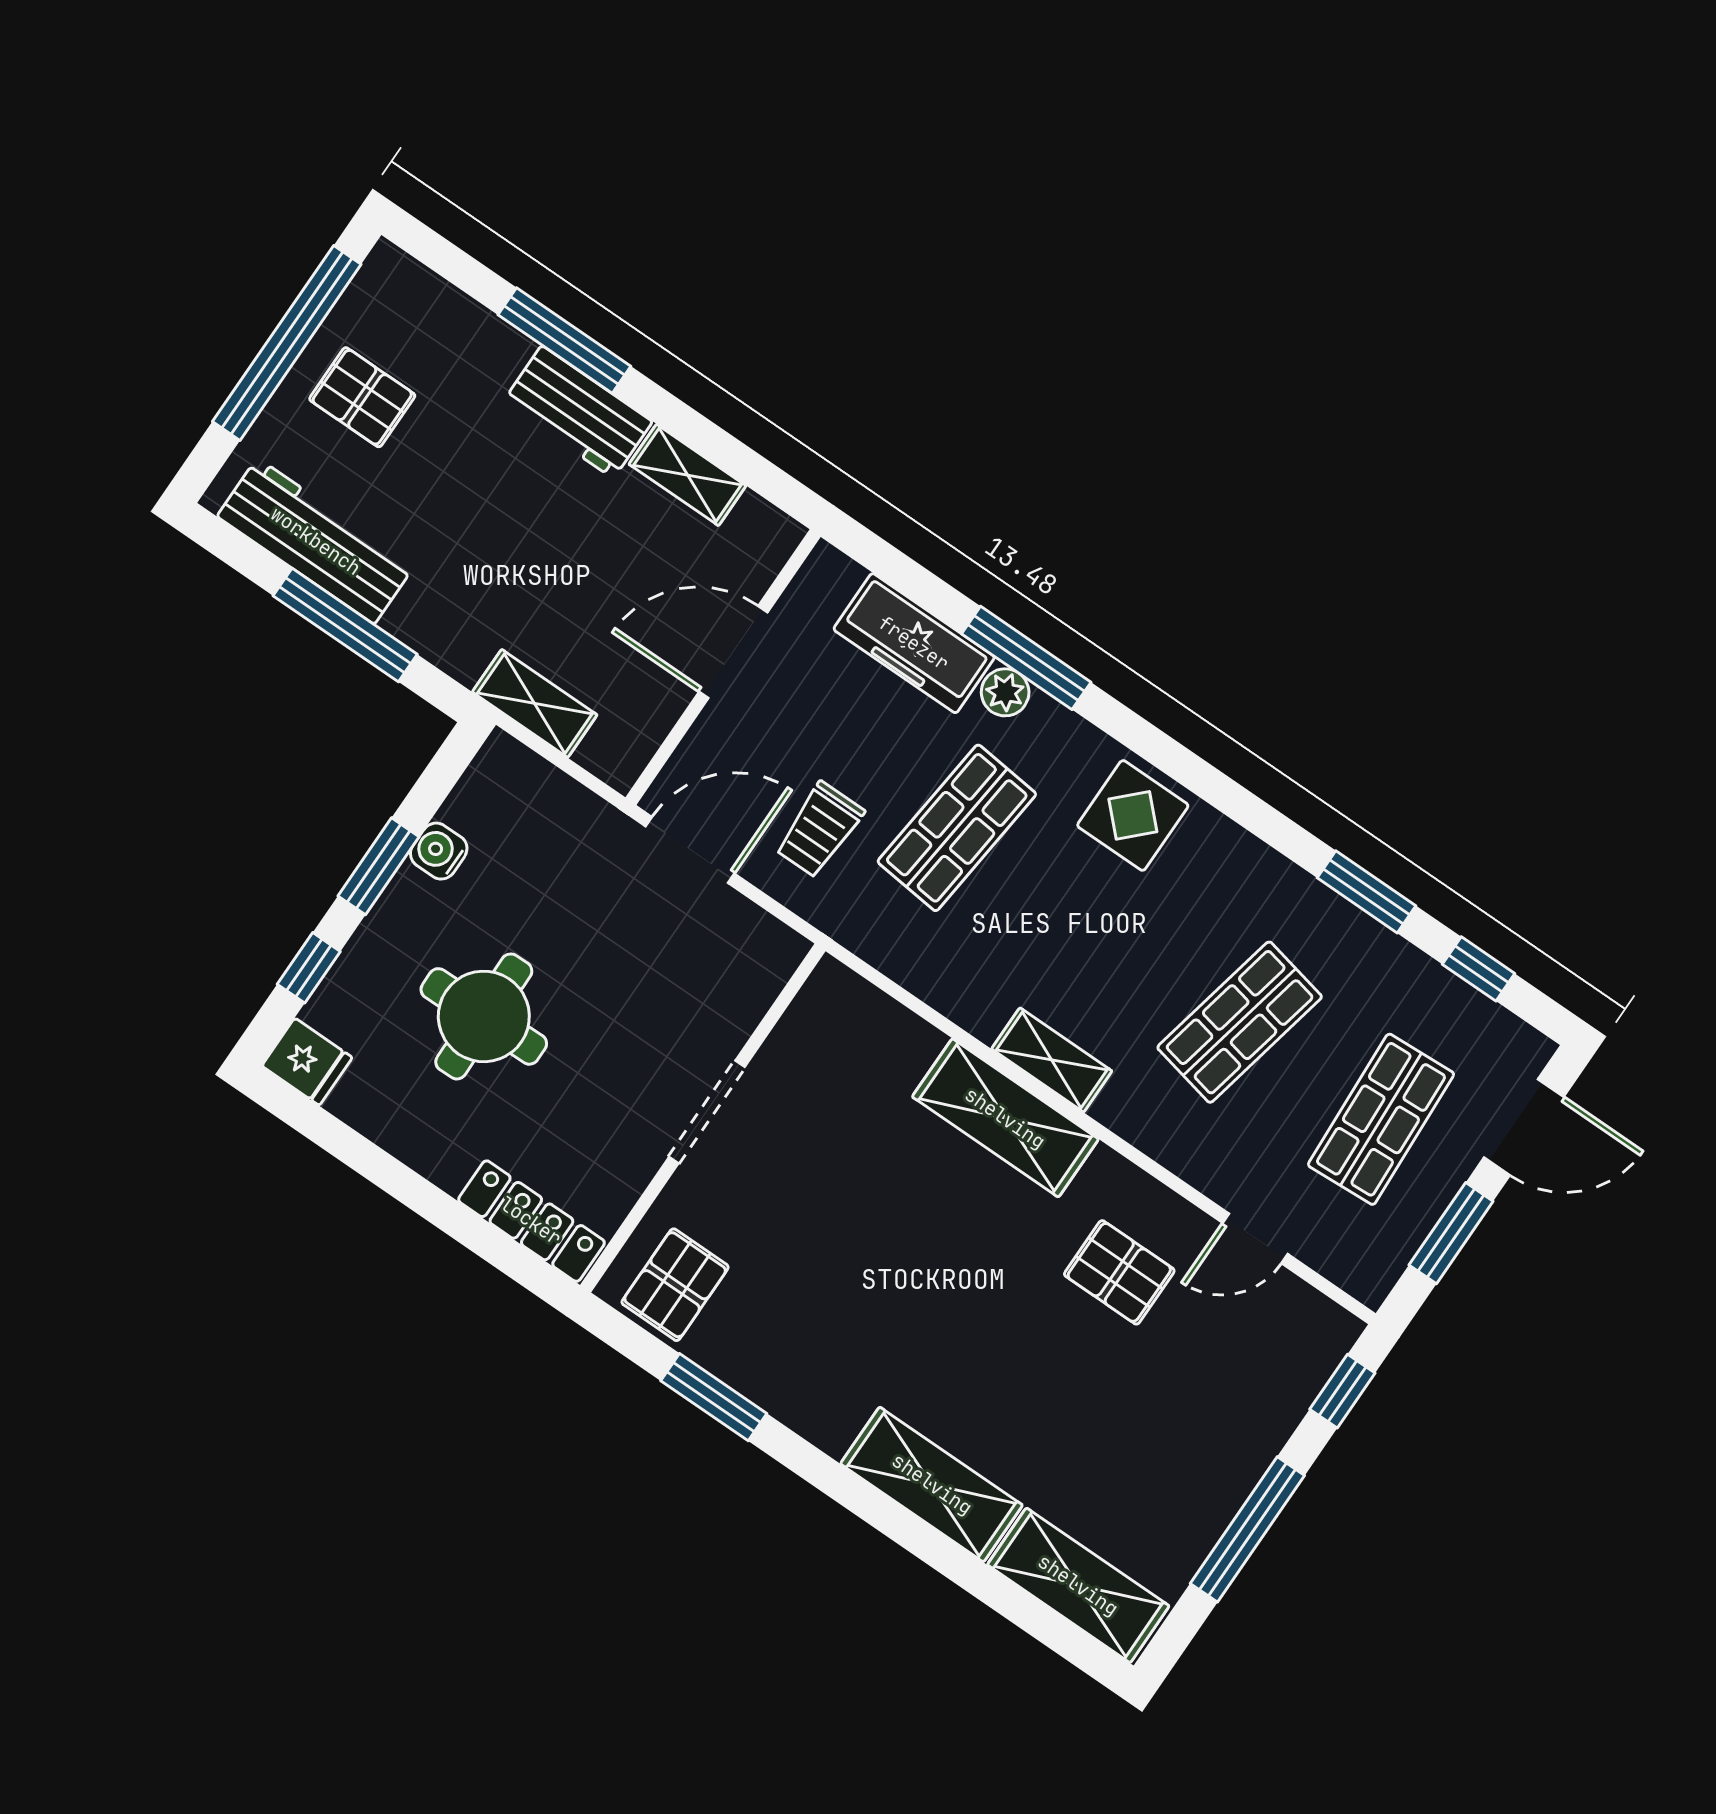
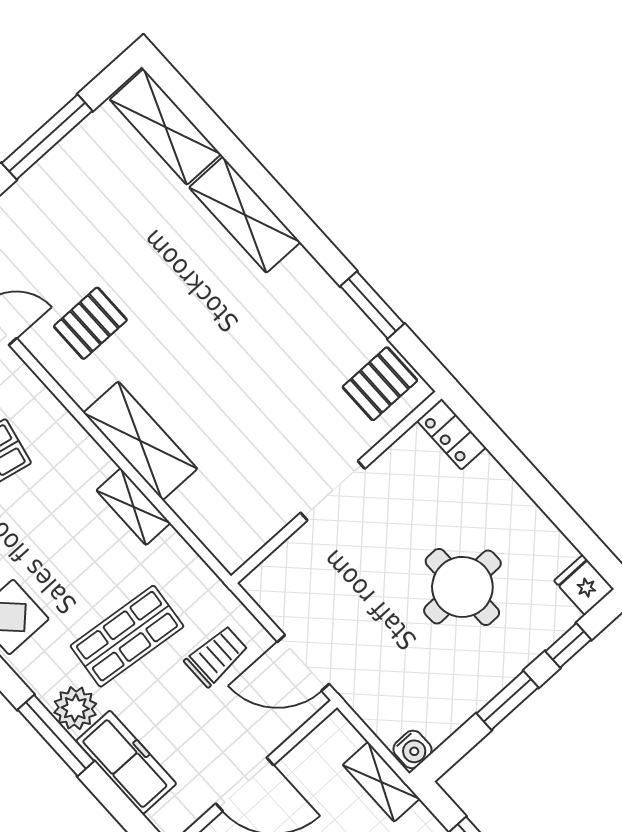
plant: (1005, 692) -> (75, 708), width x1.38, depth x1.38
water cooler: (439, 851) -> (412, 749), moved
shelving: (1052, 1060) -> (133, 507), moved
locker: (531, 1221) -> (451, 434), width x0.66
pallet: (1119, 1272) -> (90, 323), turned 90

